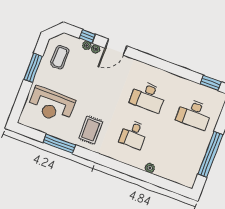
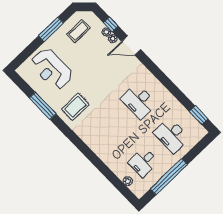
desk: (134, 135) -> (143, 162), moved
plant: (150, 168) -> (128, 181), moved

